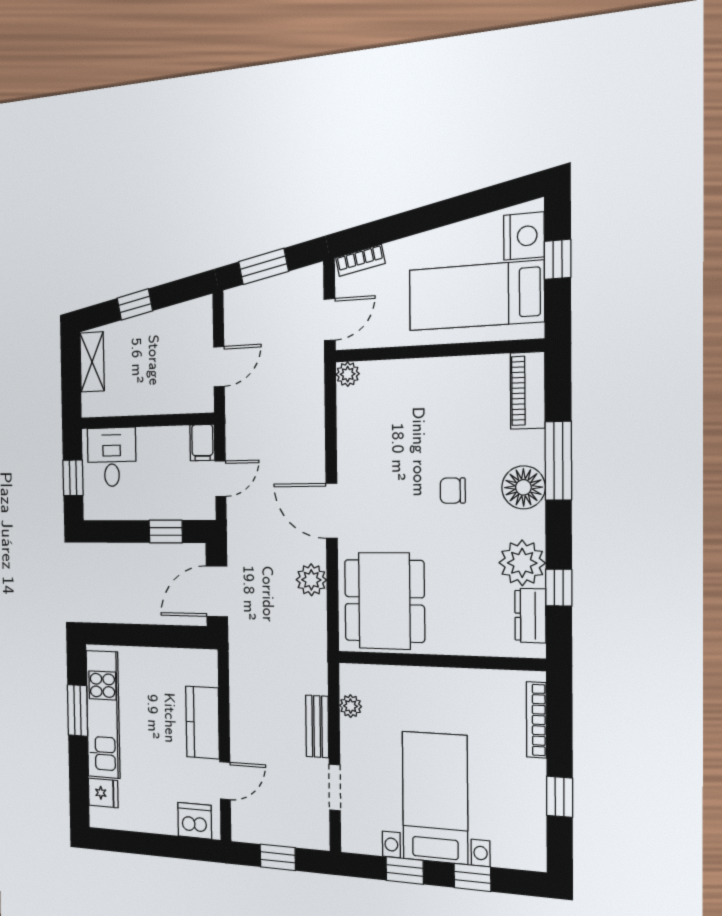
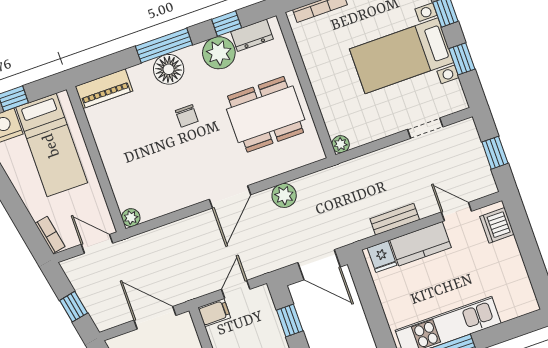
window: (263, 266) -> (74, 307), width x0.67
door: (219, 367) -> (155, 318), width x1.38
window: (558, 461) -> (164, 46), moved
door: (221, 479) -> (236, 289), hinge flipped
dining table: (384, 601) -> (266, 114), moved
plant: (351, 706) -> (341, 144), moved
bench: (317, 726) -> (395, 219), moved
fridge: (103, 793) -> (382, 257), moved, turned 180

